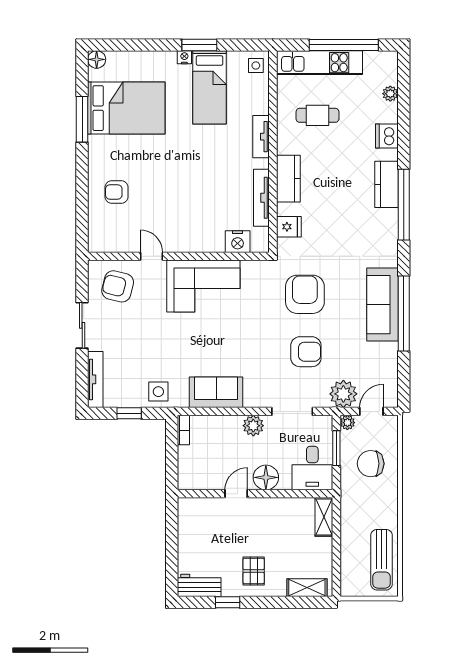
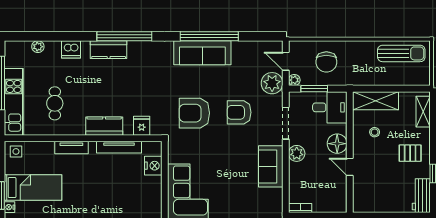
armchair: (306, 352) -> (239, 112), turned -90
sofa: (216, 392) -> (271, 166), moved
shelving: (324, 517) -> (376, 101), width x1.50, depth x1.33
stool: (281, 525) -> (375, 132), added

